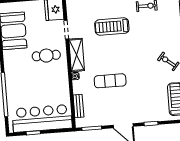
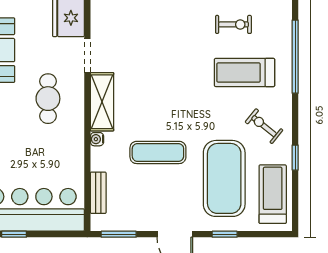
treadmill: (112, 27) -> (245, 72), moved
cafe table: (46, 56) -> (48, 99), turned 90
exercise mat: (148, 92) -> (224, 178), added

